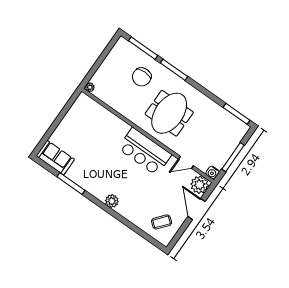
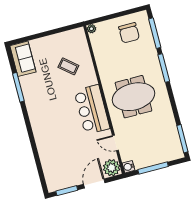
chair: (142, 77) -> (129, 33), moved, turned -90
plant: (112, 201) -> (37, 125), removed
coffee table: (162, 222) -> (68, 66), moved
window: (179, 233) -> (67, 191), added

